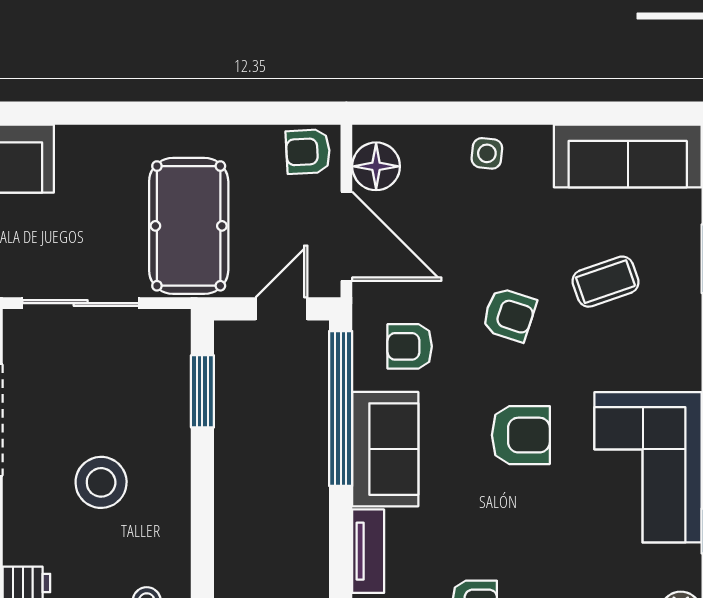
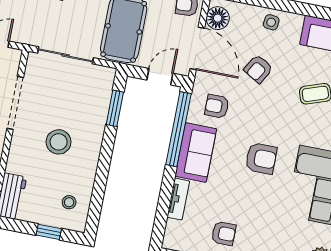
armchair: (509, 315) -> (258, 69), moved, turned 102

